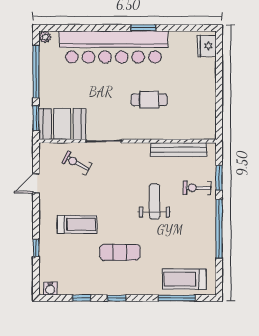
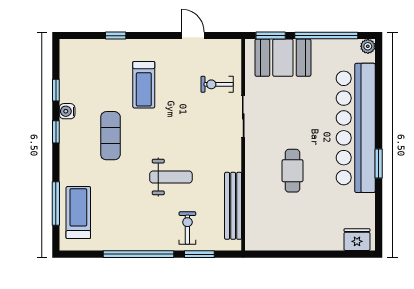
booth: (62, 124) -> (283, 58), moved, turned 90
exercise bike: (77, 163) -> (217, 84), turned -118
water cooler: (50, 289) -> (67, 111), moved

